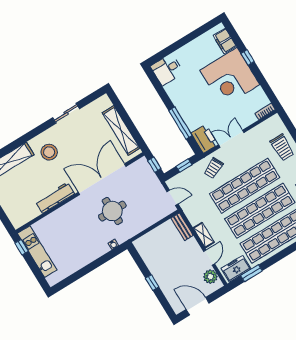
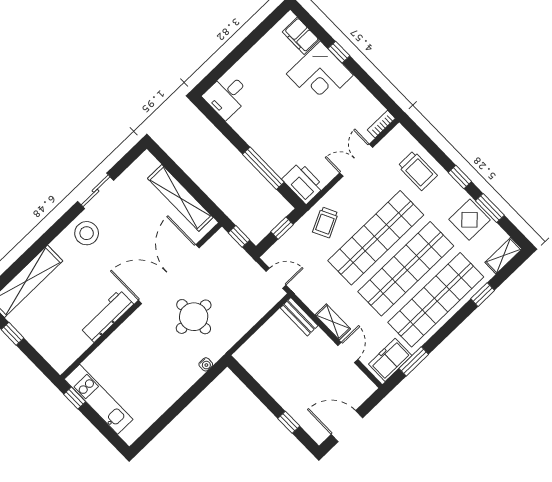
corner desk: (230, 77) -> (320, 75), width x0.74, depth x0.74
double door: (231, 139) -> (356, 160), moved
stool: (49, 152) -> (87, 233), moved
plant: (210, 277) -> (356, 380), removed
window: (152, 282) -> (289, 422), moved

